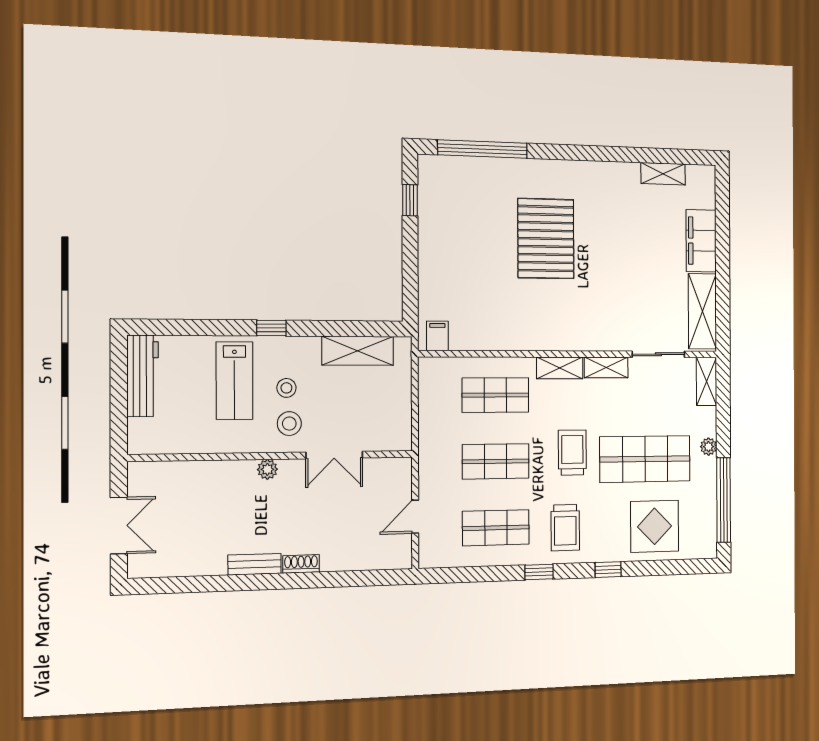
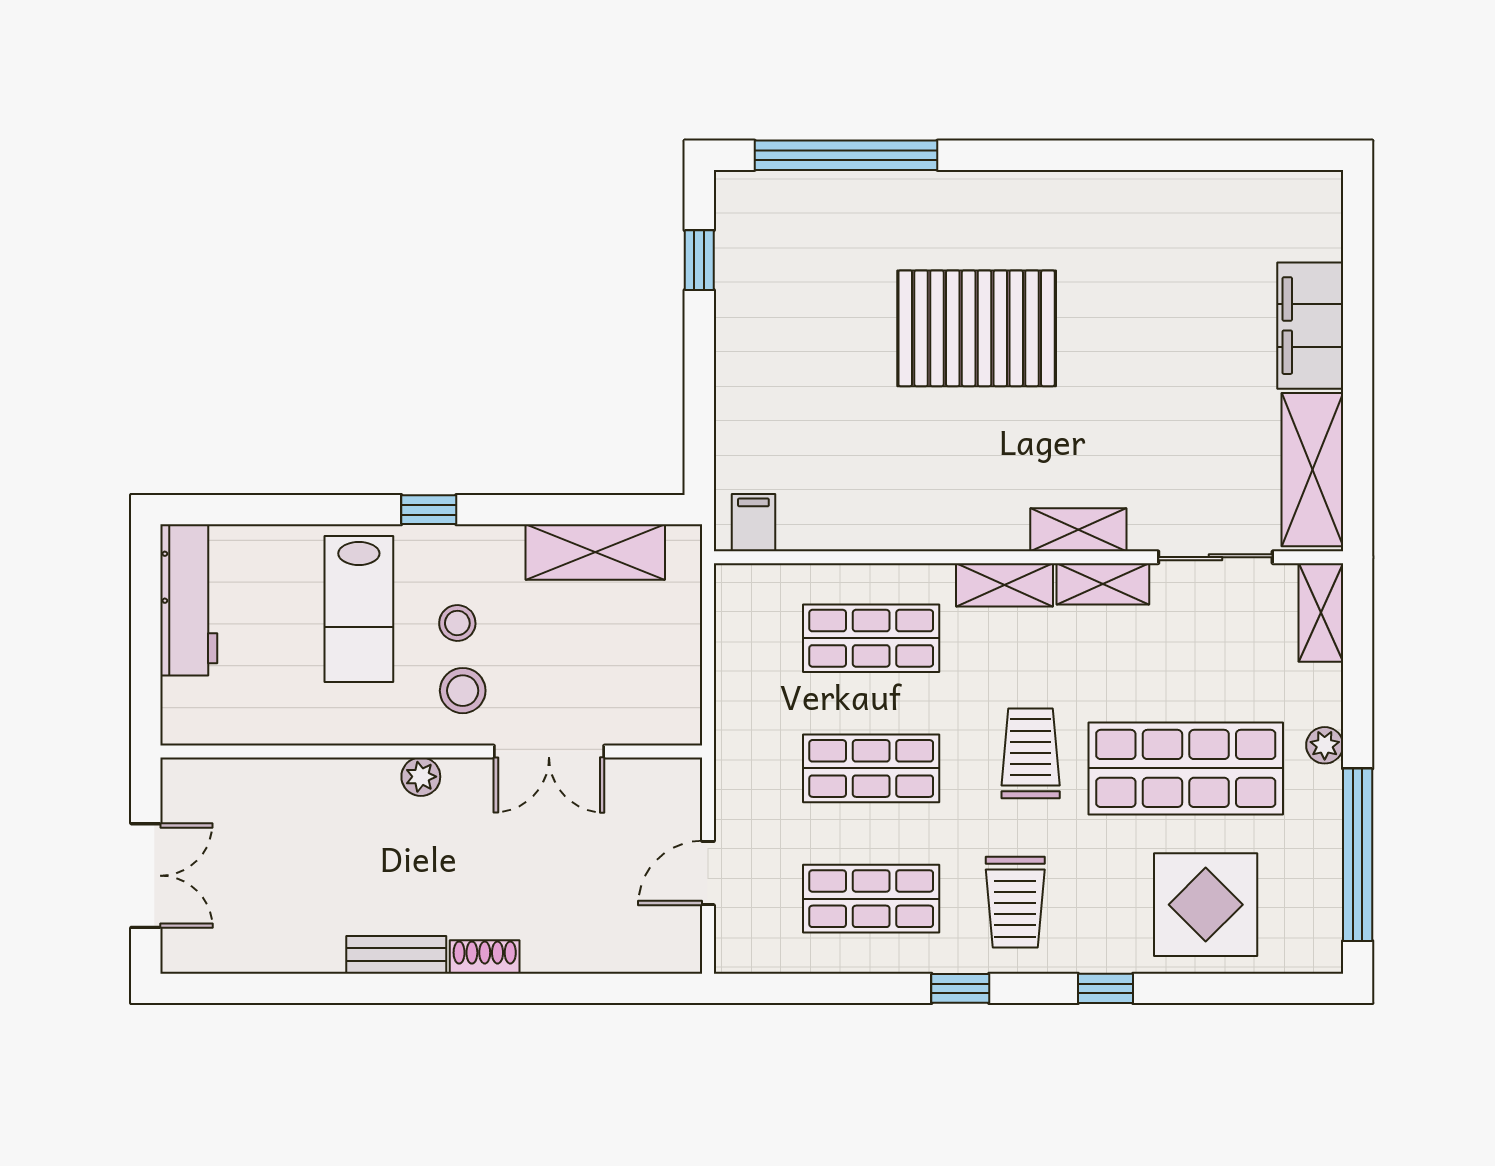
shelving: (663, 174) -> (1078, 530), moved
pallet: (546, 239) -> (977, 328), turned 90

